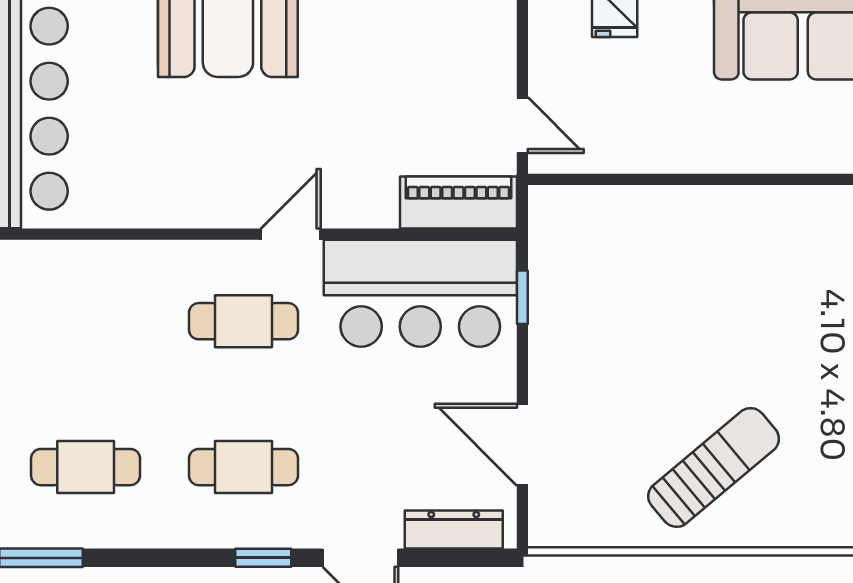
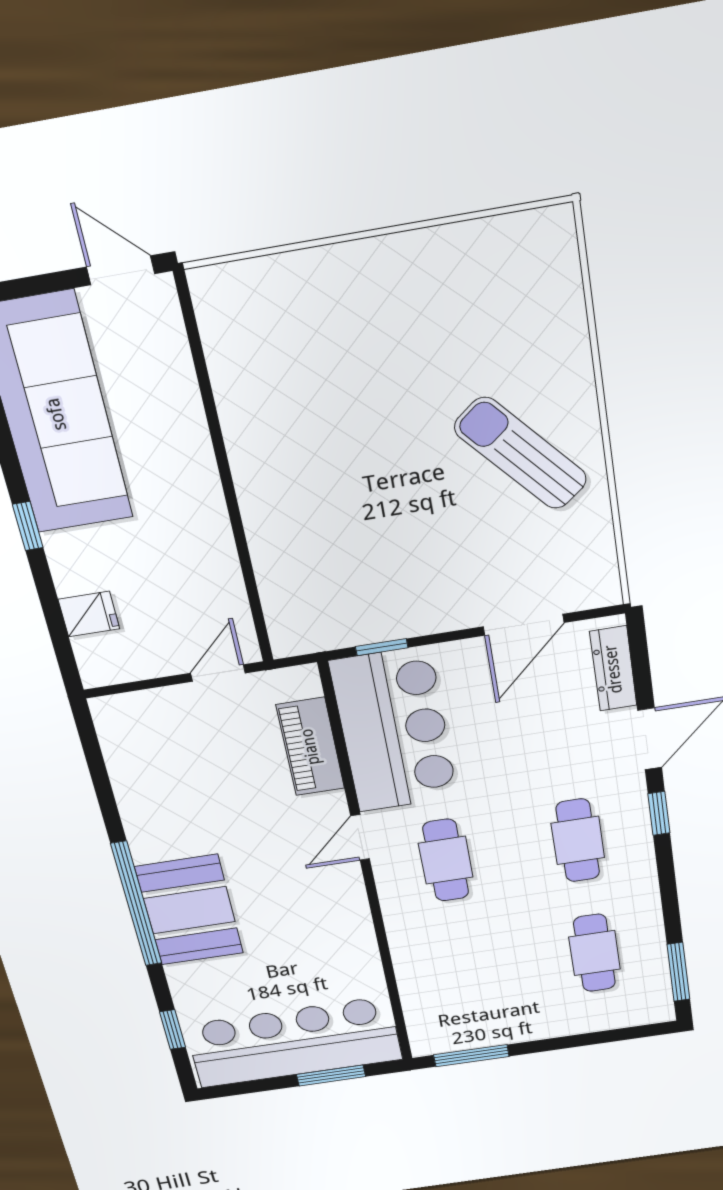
piano: (459, 203) -> (310, 747), moved
door: (291, 234) -> (360, 837), hinge flipped

